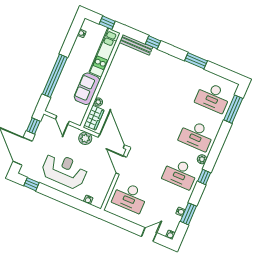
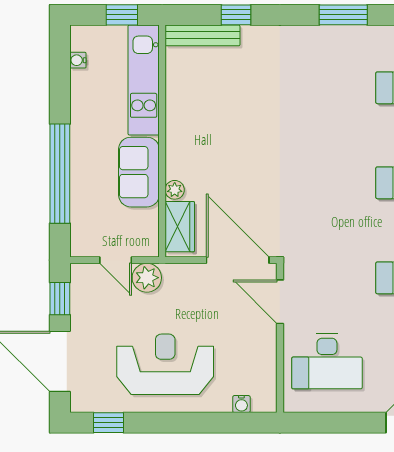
plant: (85, 138) -> (147, 278), moved

